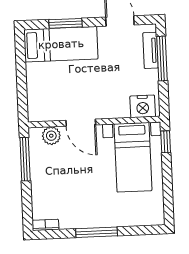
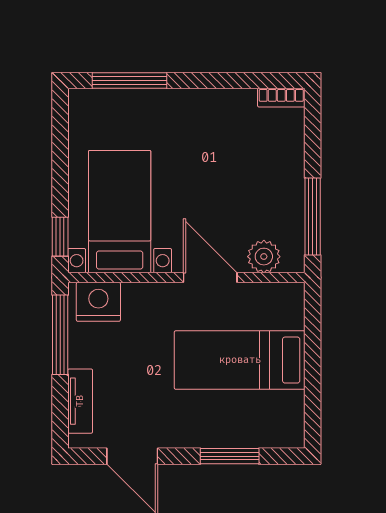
bed: (61, 44) -> (240, 360), moved
window: (162, 58) -> (60, 335), moved
window: (97, 232) -> (129, 80), moved

